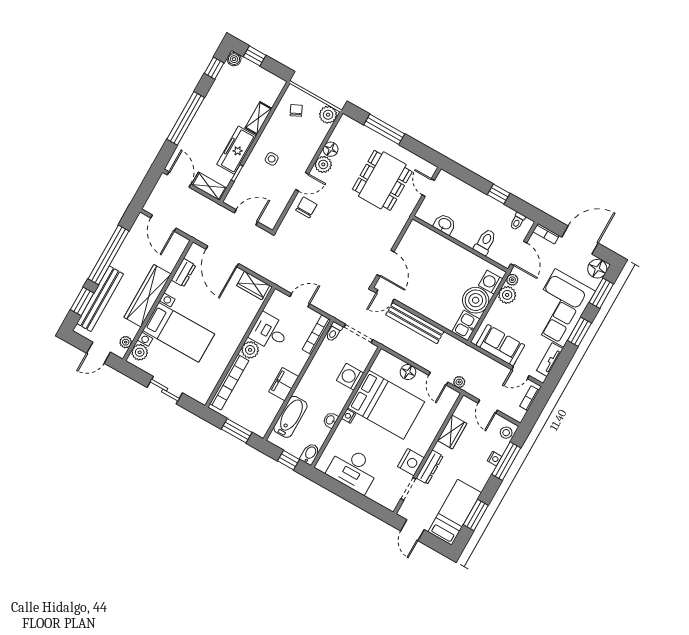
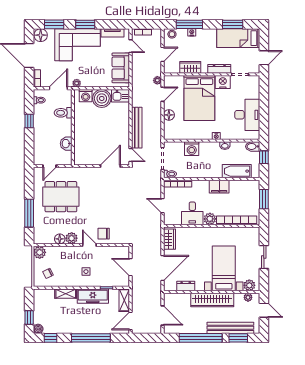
door: (163, 223) -> (162, 315), hinge flipped
plant: (507, 295) -> (88, 81), removed
bed: (386, 405) -> (199, 98), moved, turned 180

